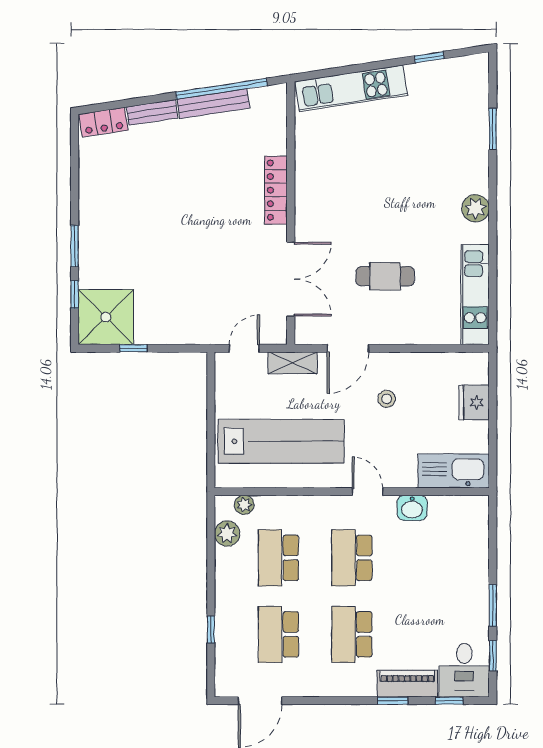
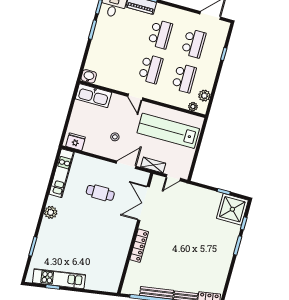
kitchen unit: (351, 88) -> (59, 279), moved
fridge: (474, 402) -> (76, 142), moved, turned -90
washbasin: (412, 508) -> (89, 76), moved

